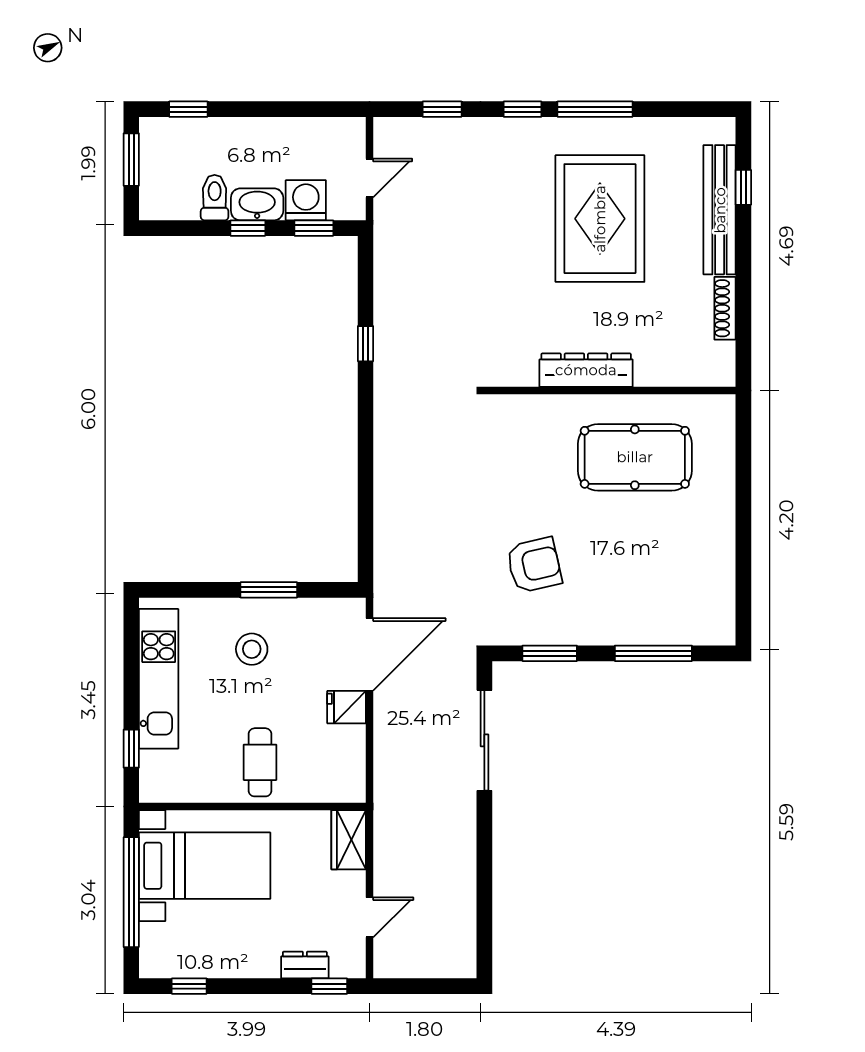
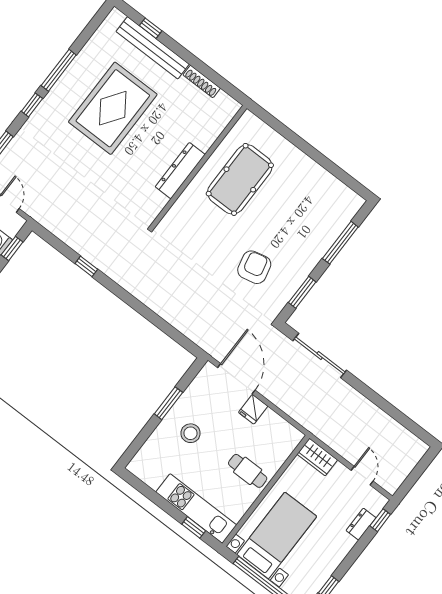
rug: (600, 219) -> (113, 108), turned 90
kitchen unit: (159, 679) -> (196, 509), moved

